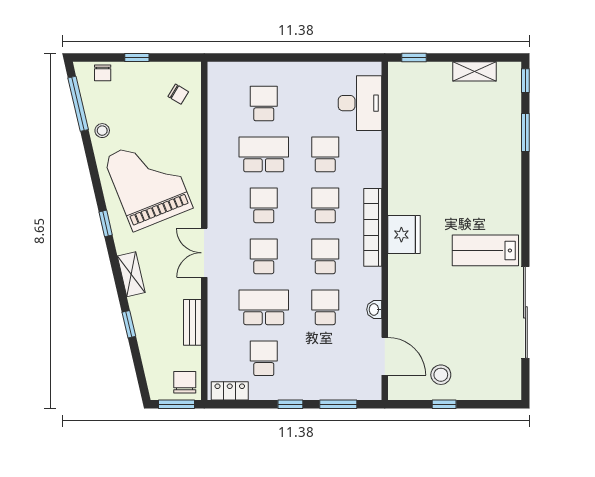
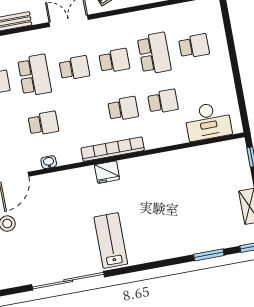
fridge: (404, 235) -> (107, 172), width x0.73, depth x0.75
school desk: (325, 256) -> (83, 116), removed

